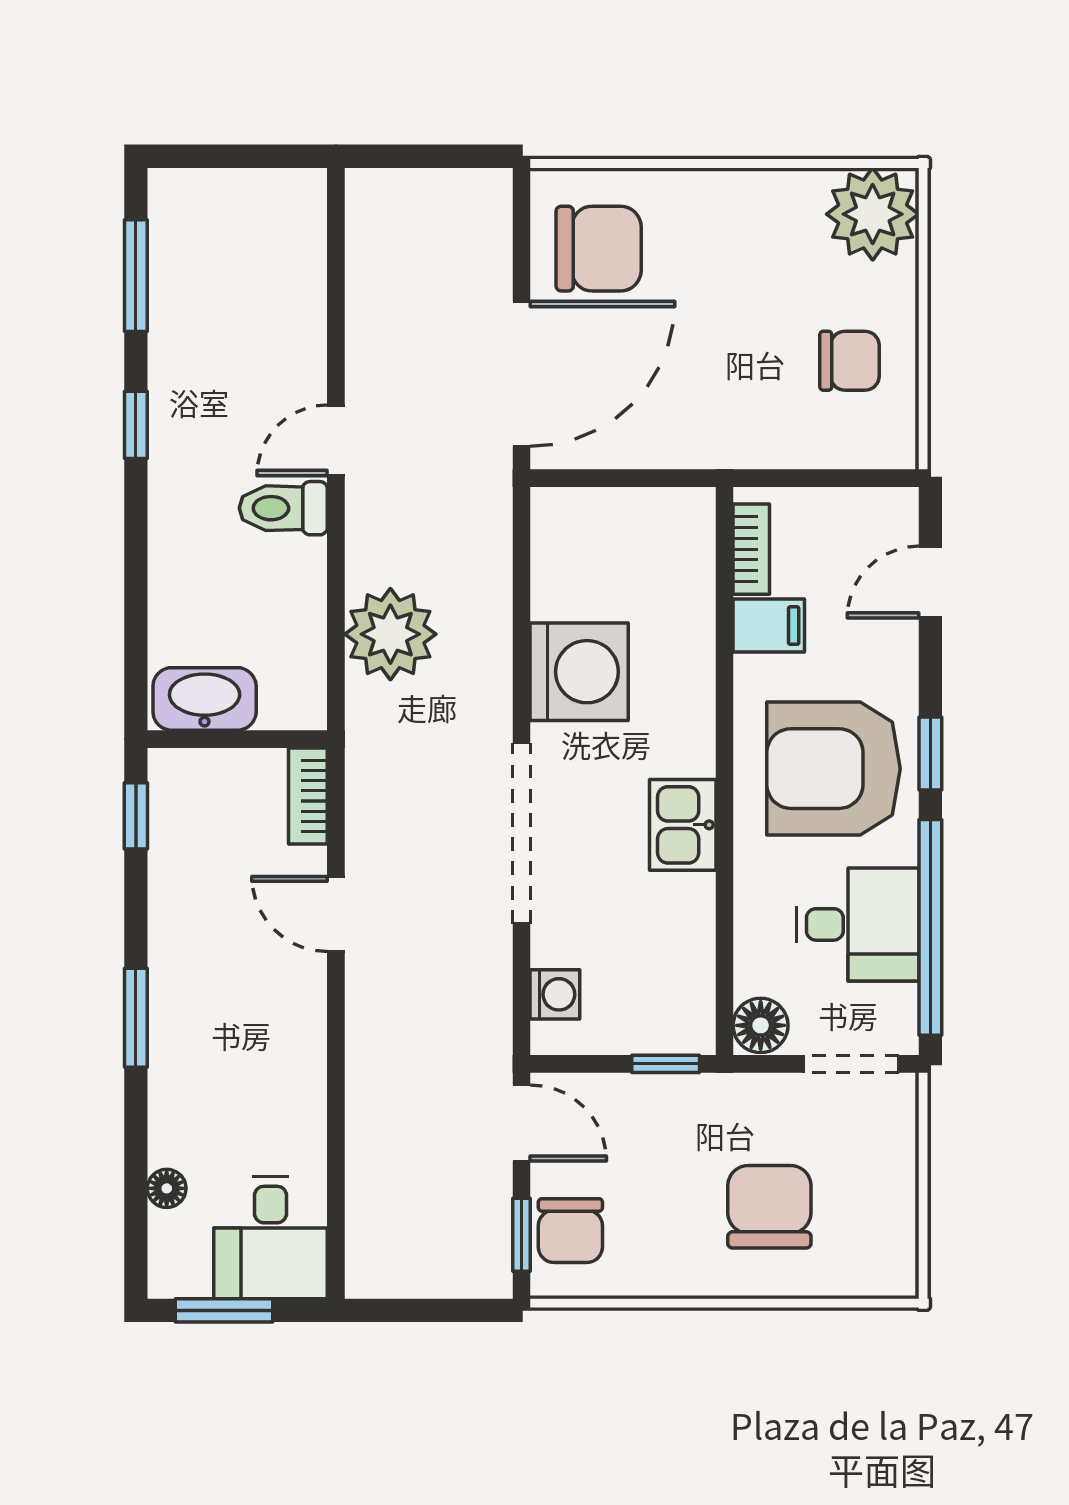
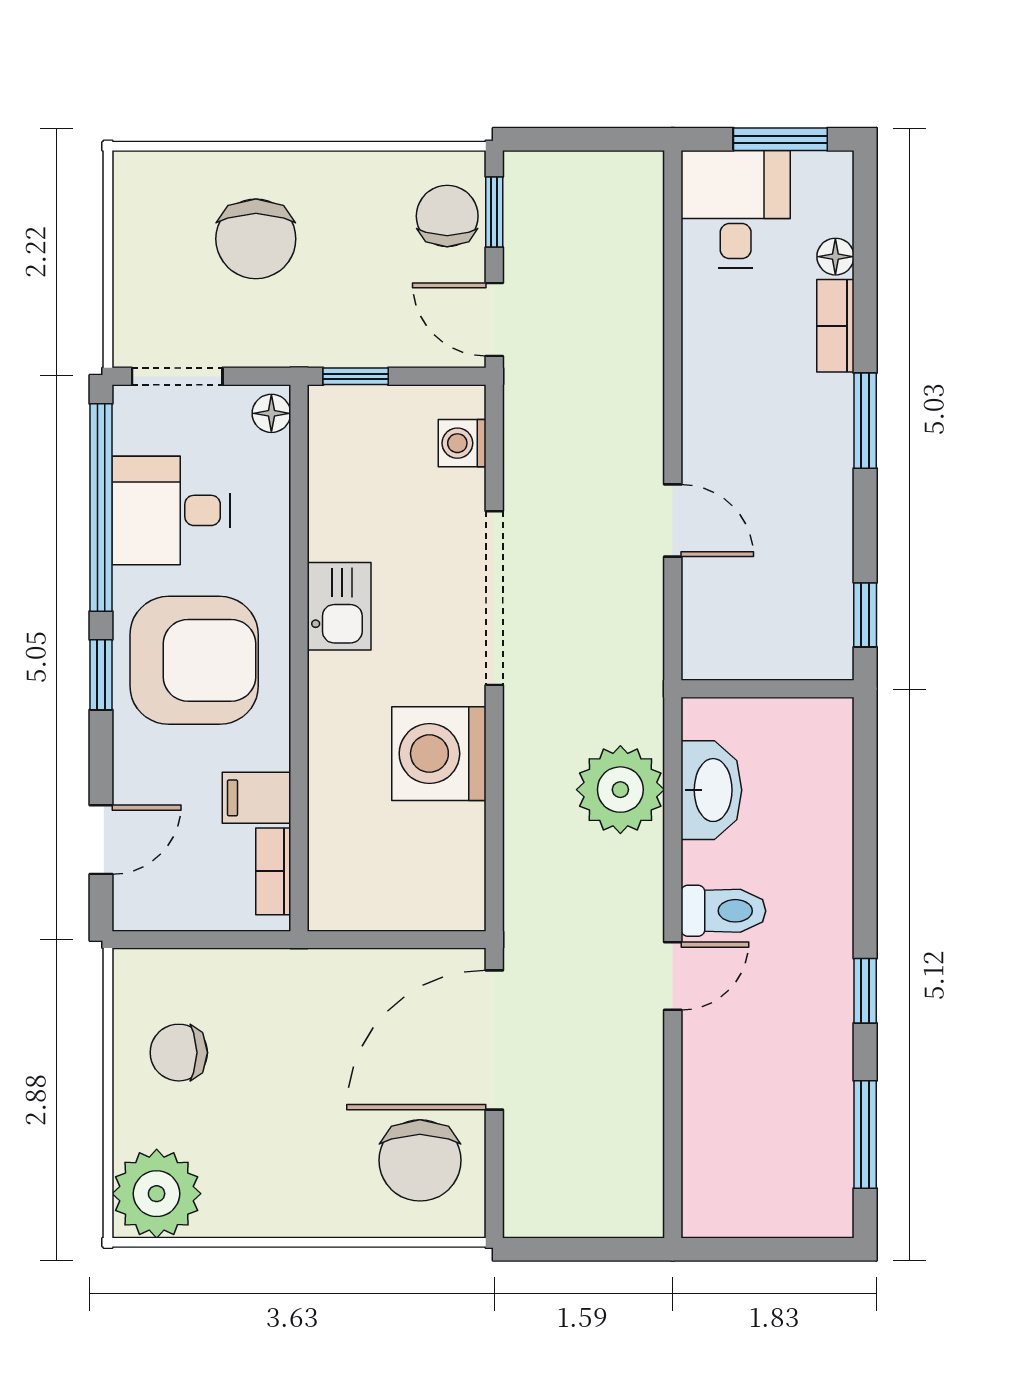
chair: (599, 249) -> (420, 1160), turned -90
washbasin: (205, 699) -> (711, 790), moved, turned -90
bookcase: (308, 796) -> (835, 326), moved, turned 180
floor lamp: (761, 1025) -> (271, 413), width x0.73, depth x0.73

